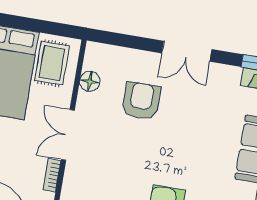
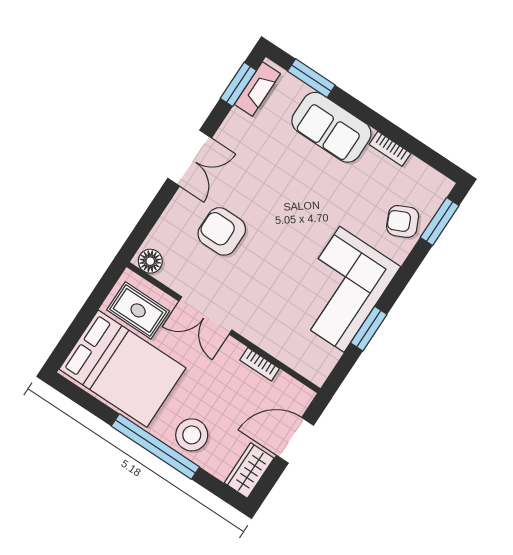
floor lamp: (90, 81) -> (150, 261), moved
double door: (68, 135) -> (205, 316), moved

